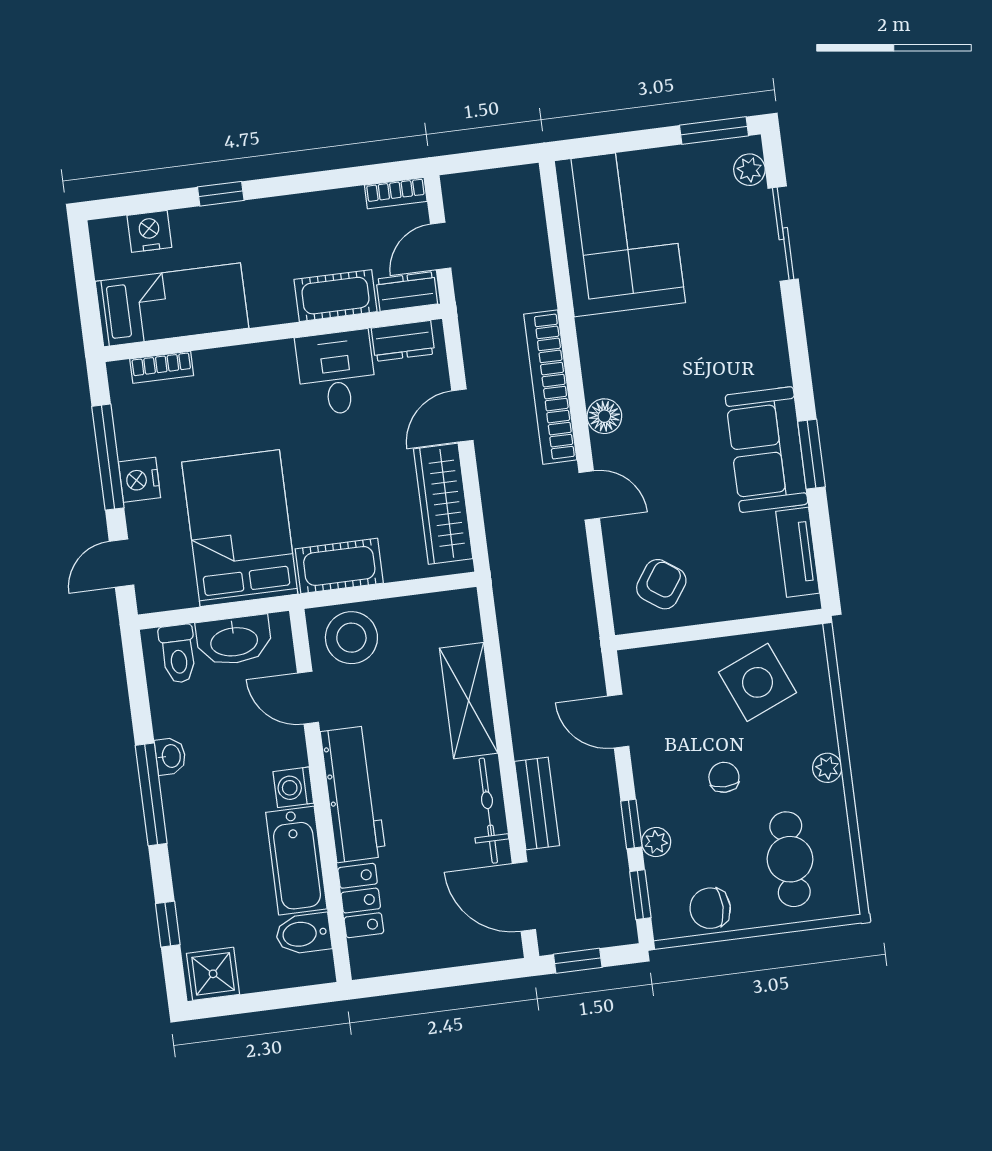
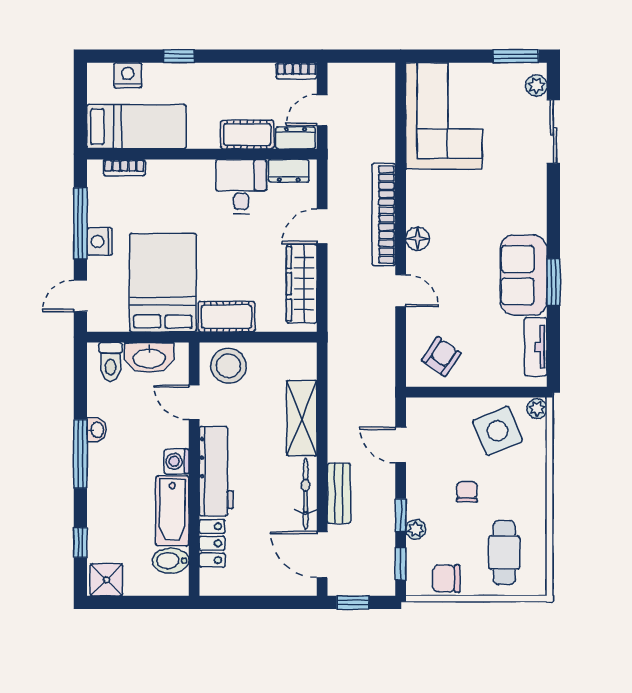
plant: (827, 768) -> (537, 409), moved

